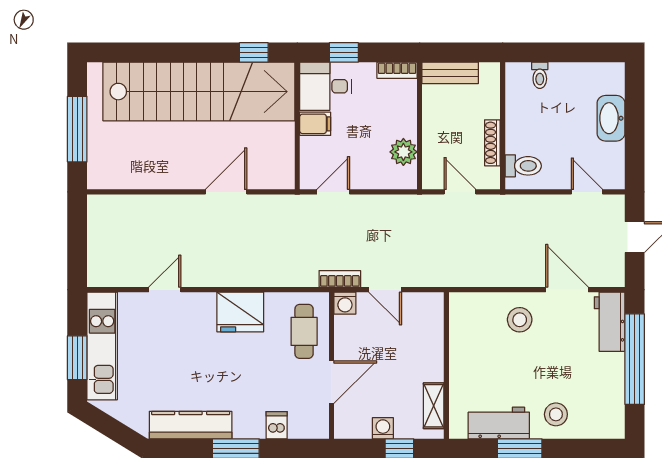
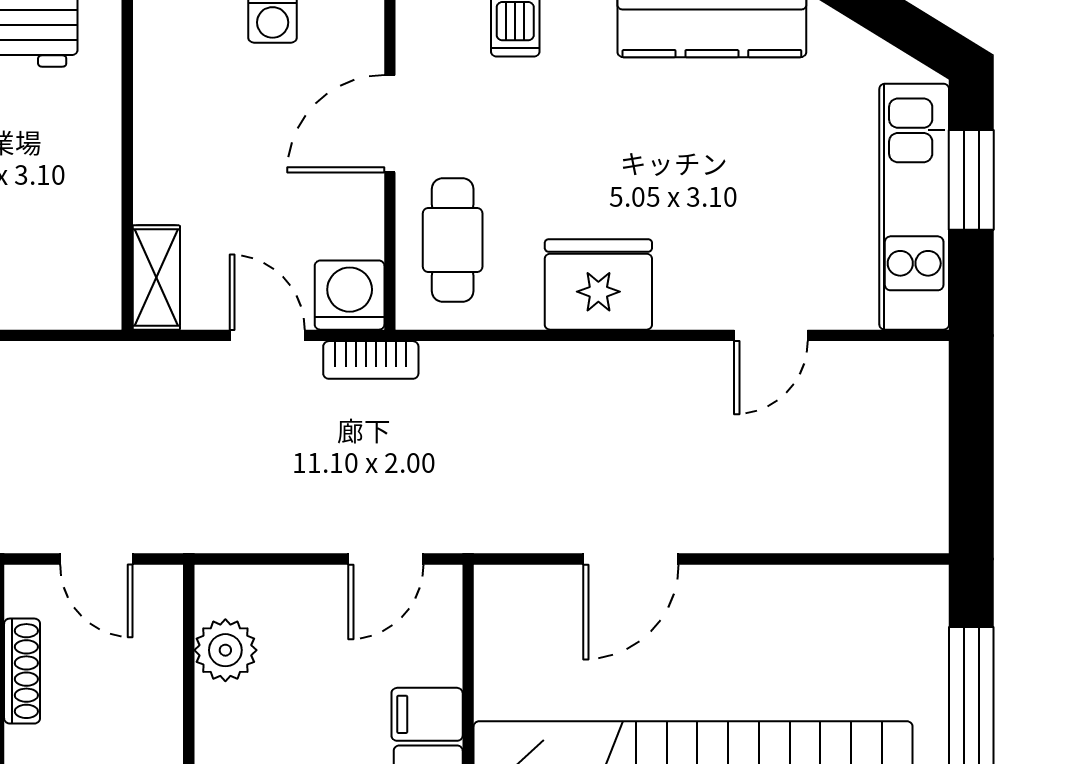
washing machine: (345, 303) -> (350, 295), width x1.38, depth x1.38
shelving: (434, 406) -> (156, 278), moved

